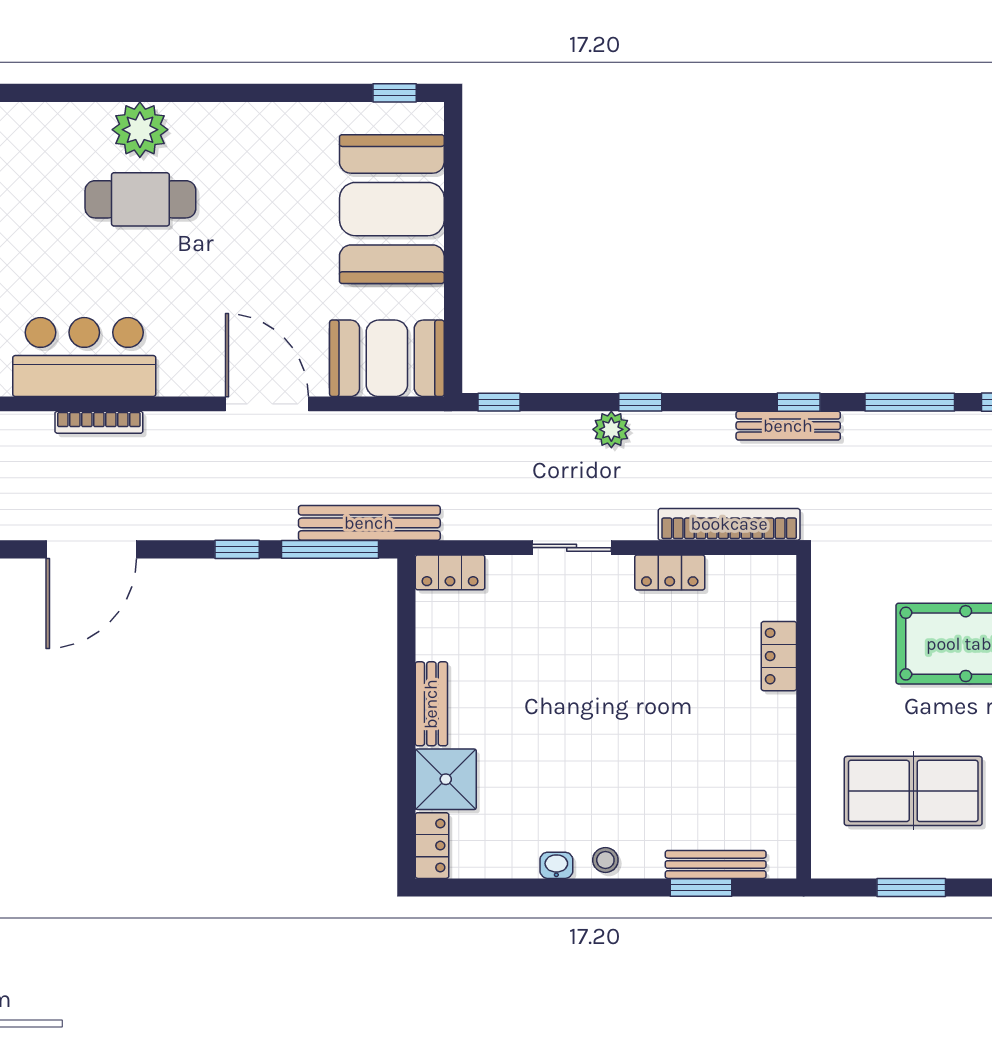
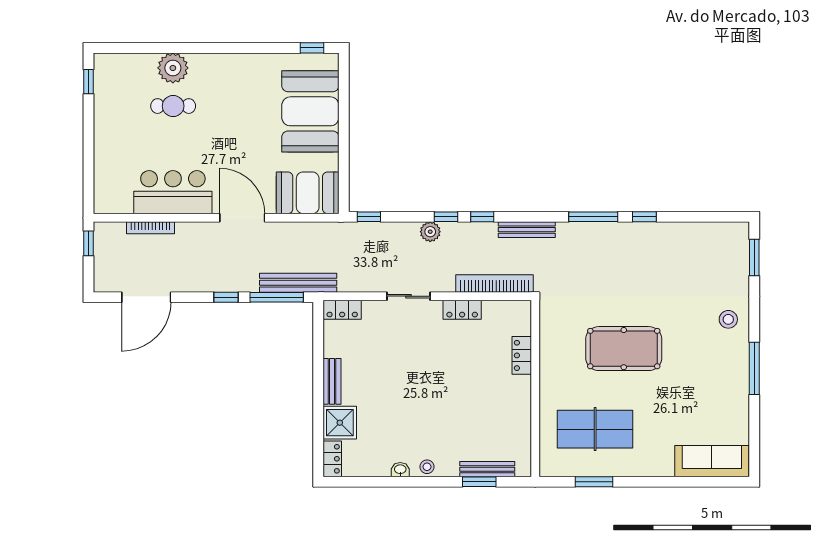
cafe table: (140, 199) -> (173, 106), width x0.73, depth x0.74
bar counter: (84, 357) -> (173, 192), moved
window: (799, 402) -> (482, 217), moved

